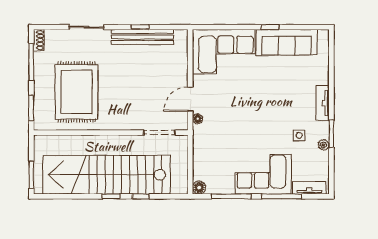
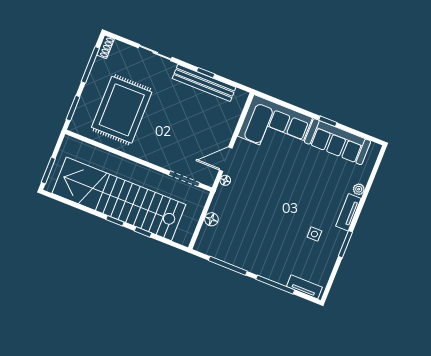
plant: (323, 145) -> (359, 189), moved
corner sofa: (263, 174) -> (266, 257), removed
floor lamp: (199, 188) -> (211, 219), moved

